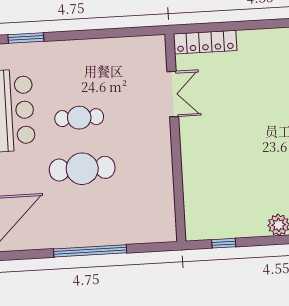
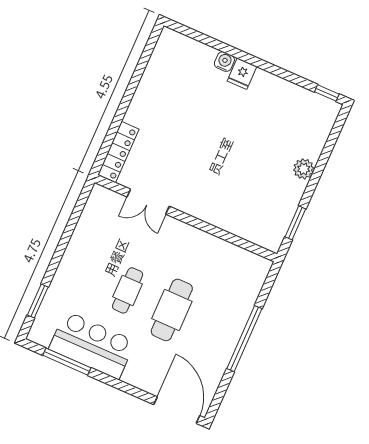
double door: (173, 94) -> (148, 202), swing flipped
window: (224, 243) -> (295, 223), width x1.50

